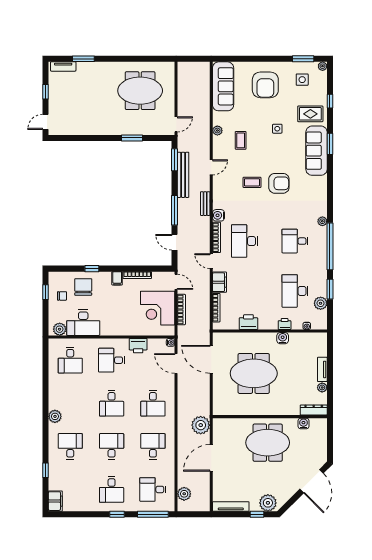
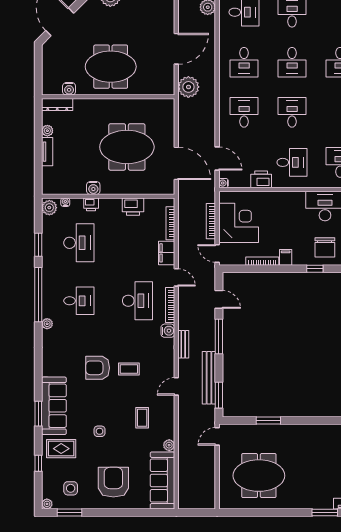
plant: (217, 131) -> (169, 445), moved
plant: (321, 303) -> (49, 208), moved

